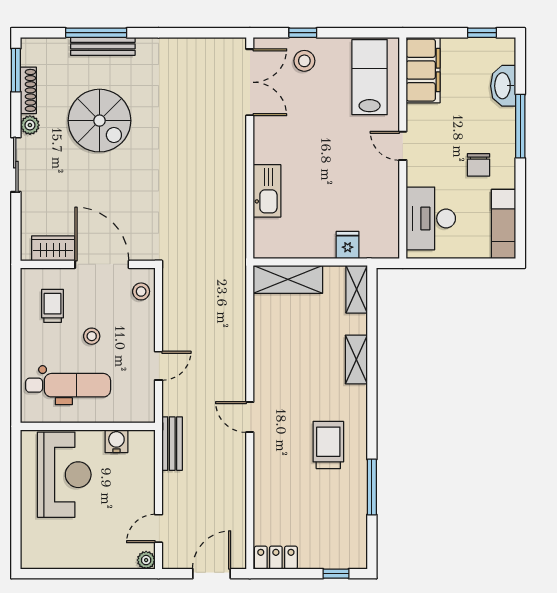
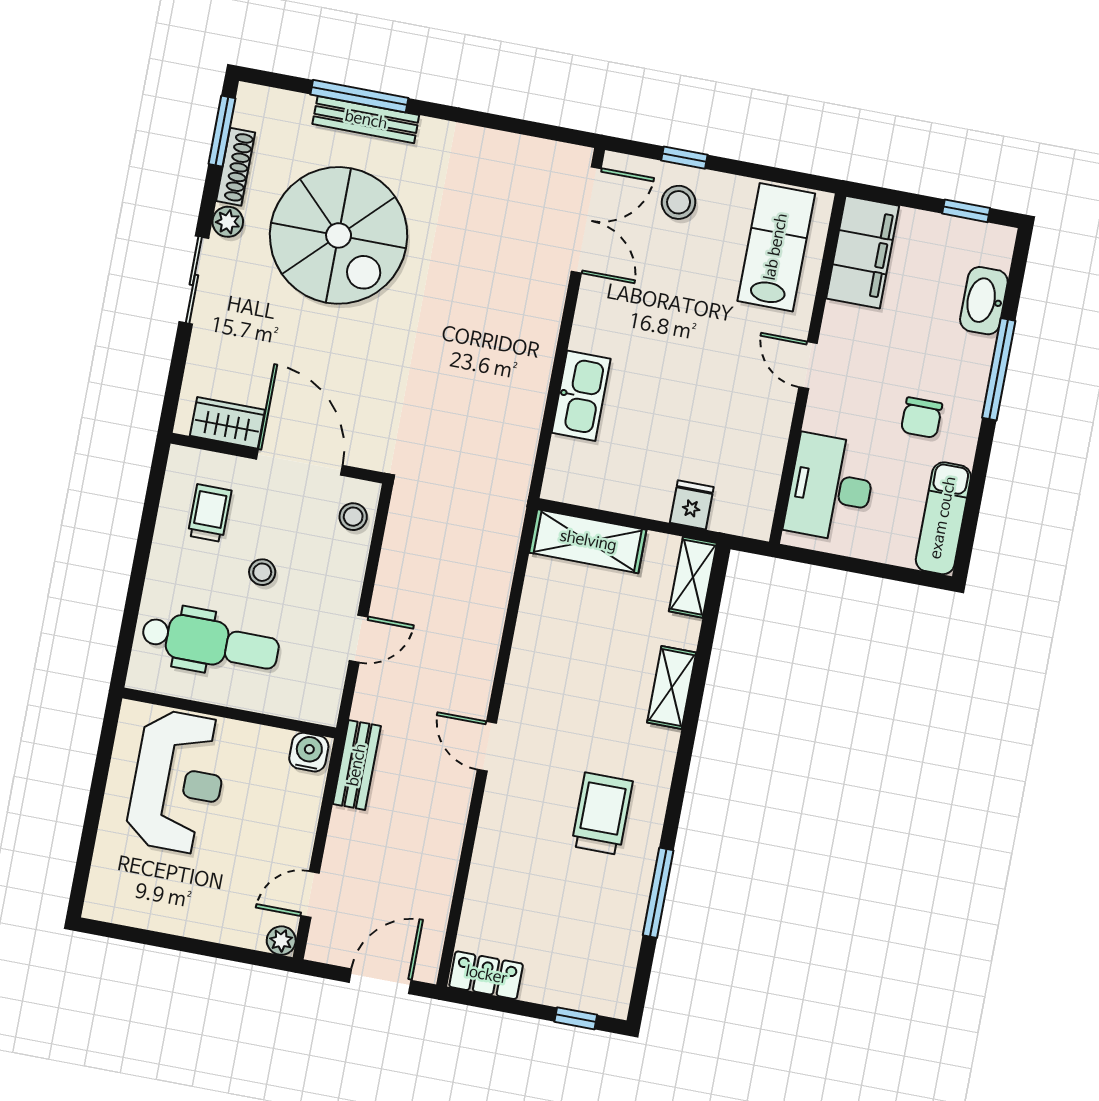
spiral stairs: (99, 121) -> (339, 235), width x1.37, depth x1.37
water cooler: (116, 441) -> (309, 752), moved

